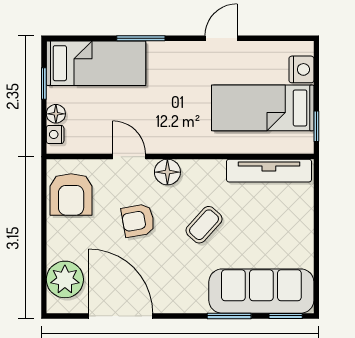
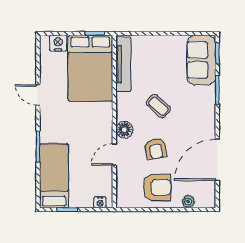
bed: (263, 108) -> (90, 68), width x1.50
floor lamp: (56, 114) -> (87, 202), removed
armchair: (71, 194) -> (157, 187), moved
plant: (65, 279) -> (188, 202), width x0.53, depth x0.53
sofa: (261, 291) -> (201, 60), width x0.73

